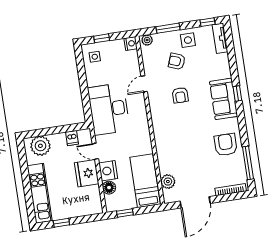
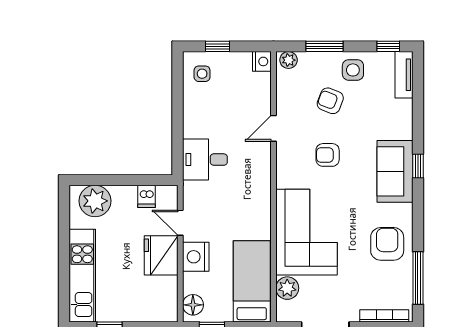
armchair: (180, 95) -> (328, 155), turned 90
desk: (109, 109) -> (205, 160), width x0.53, depth x0.77
corner sofa: (175, 145) -> (307, 232), added
floor lamp: (109, 188) -> (193, 305), moved

